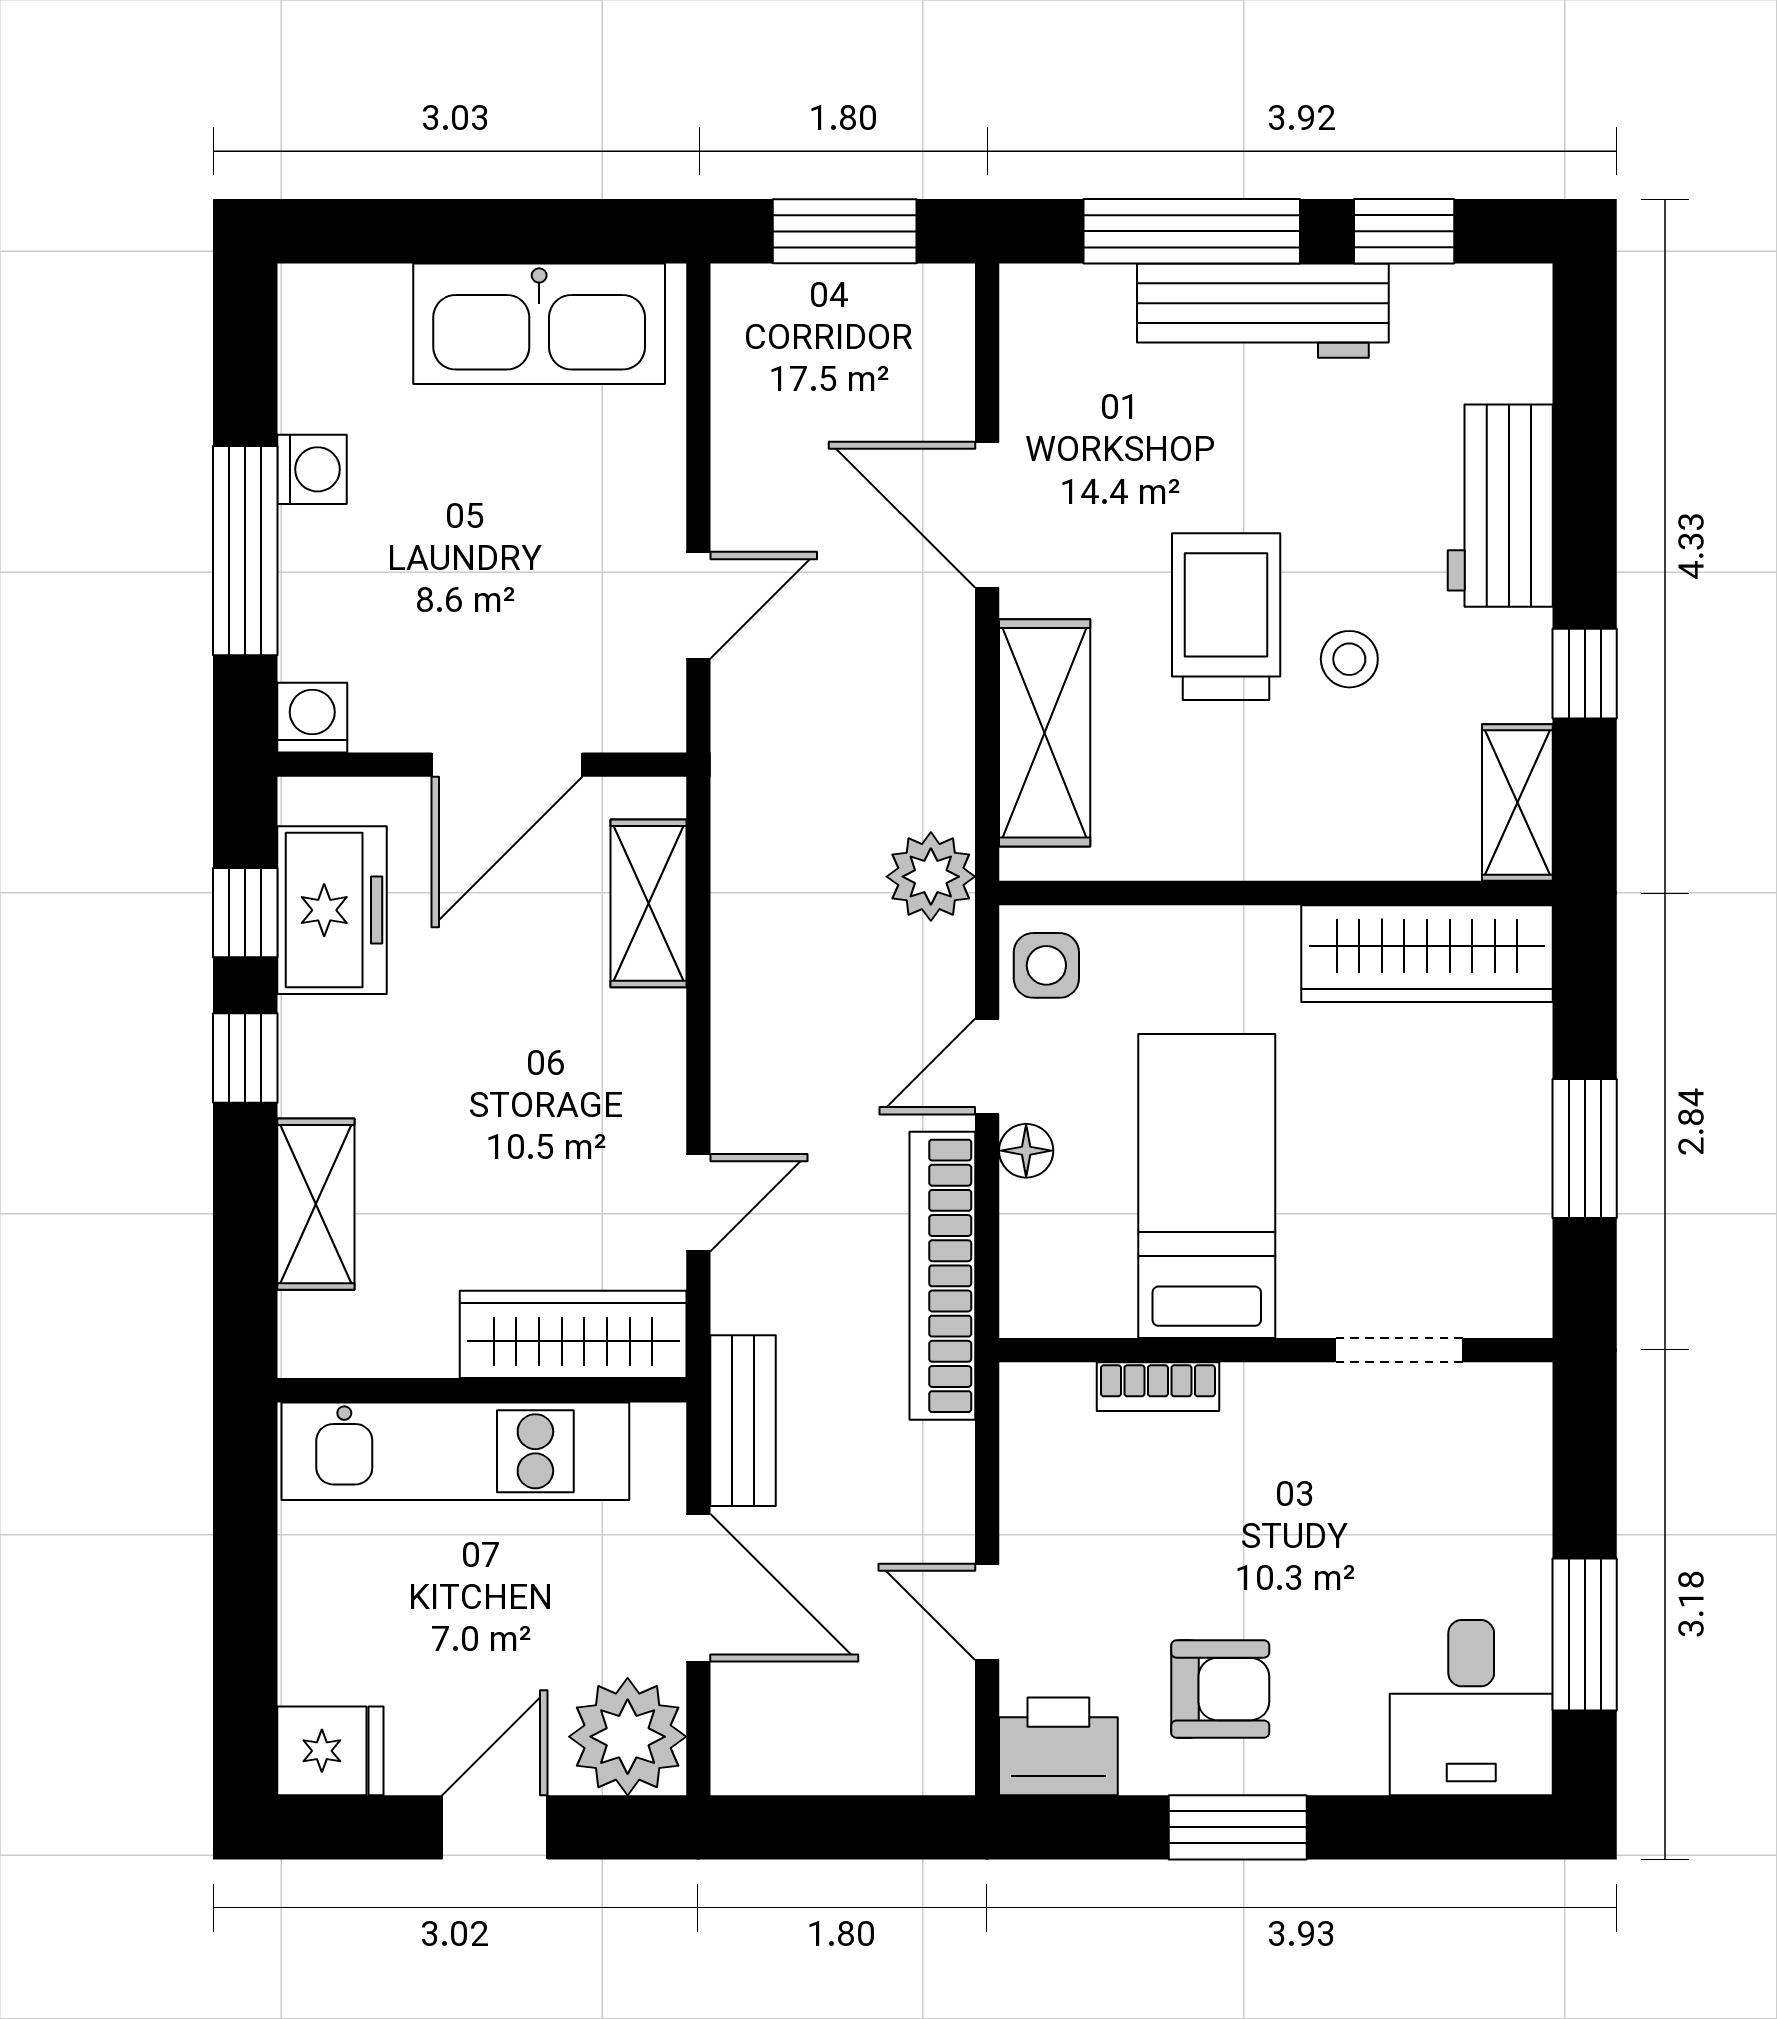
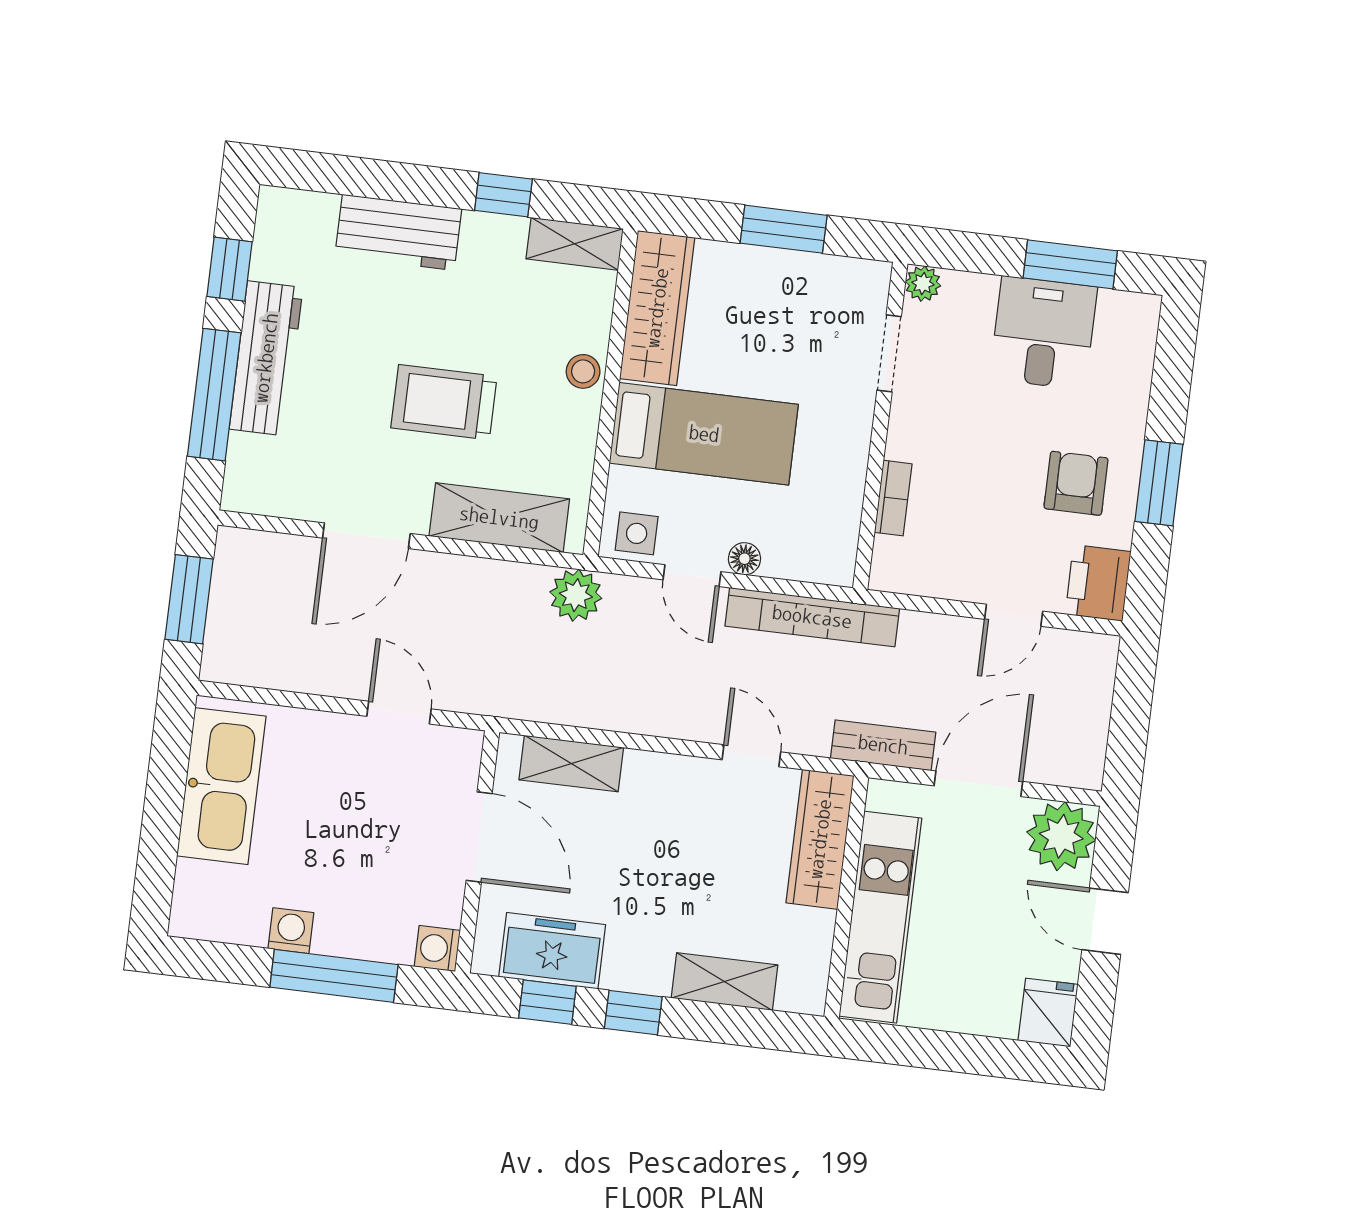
stool: (1349, 659) -> (583, 371), moved
bed: (1207, 1186) -> (704, 434), moved, turned 180
plant: (1522, 1392) -> (923, 284), added
desk: (1471, 1708) -> (1043, 333), moved, turned -90

